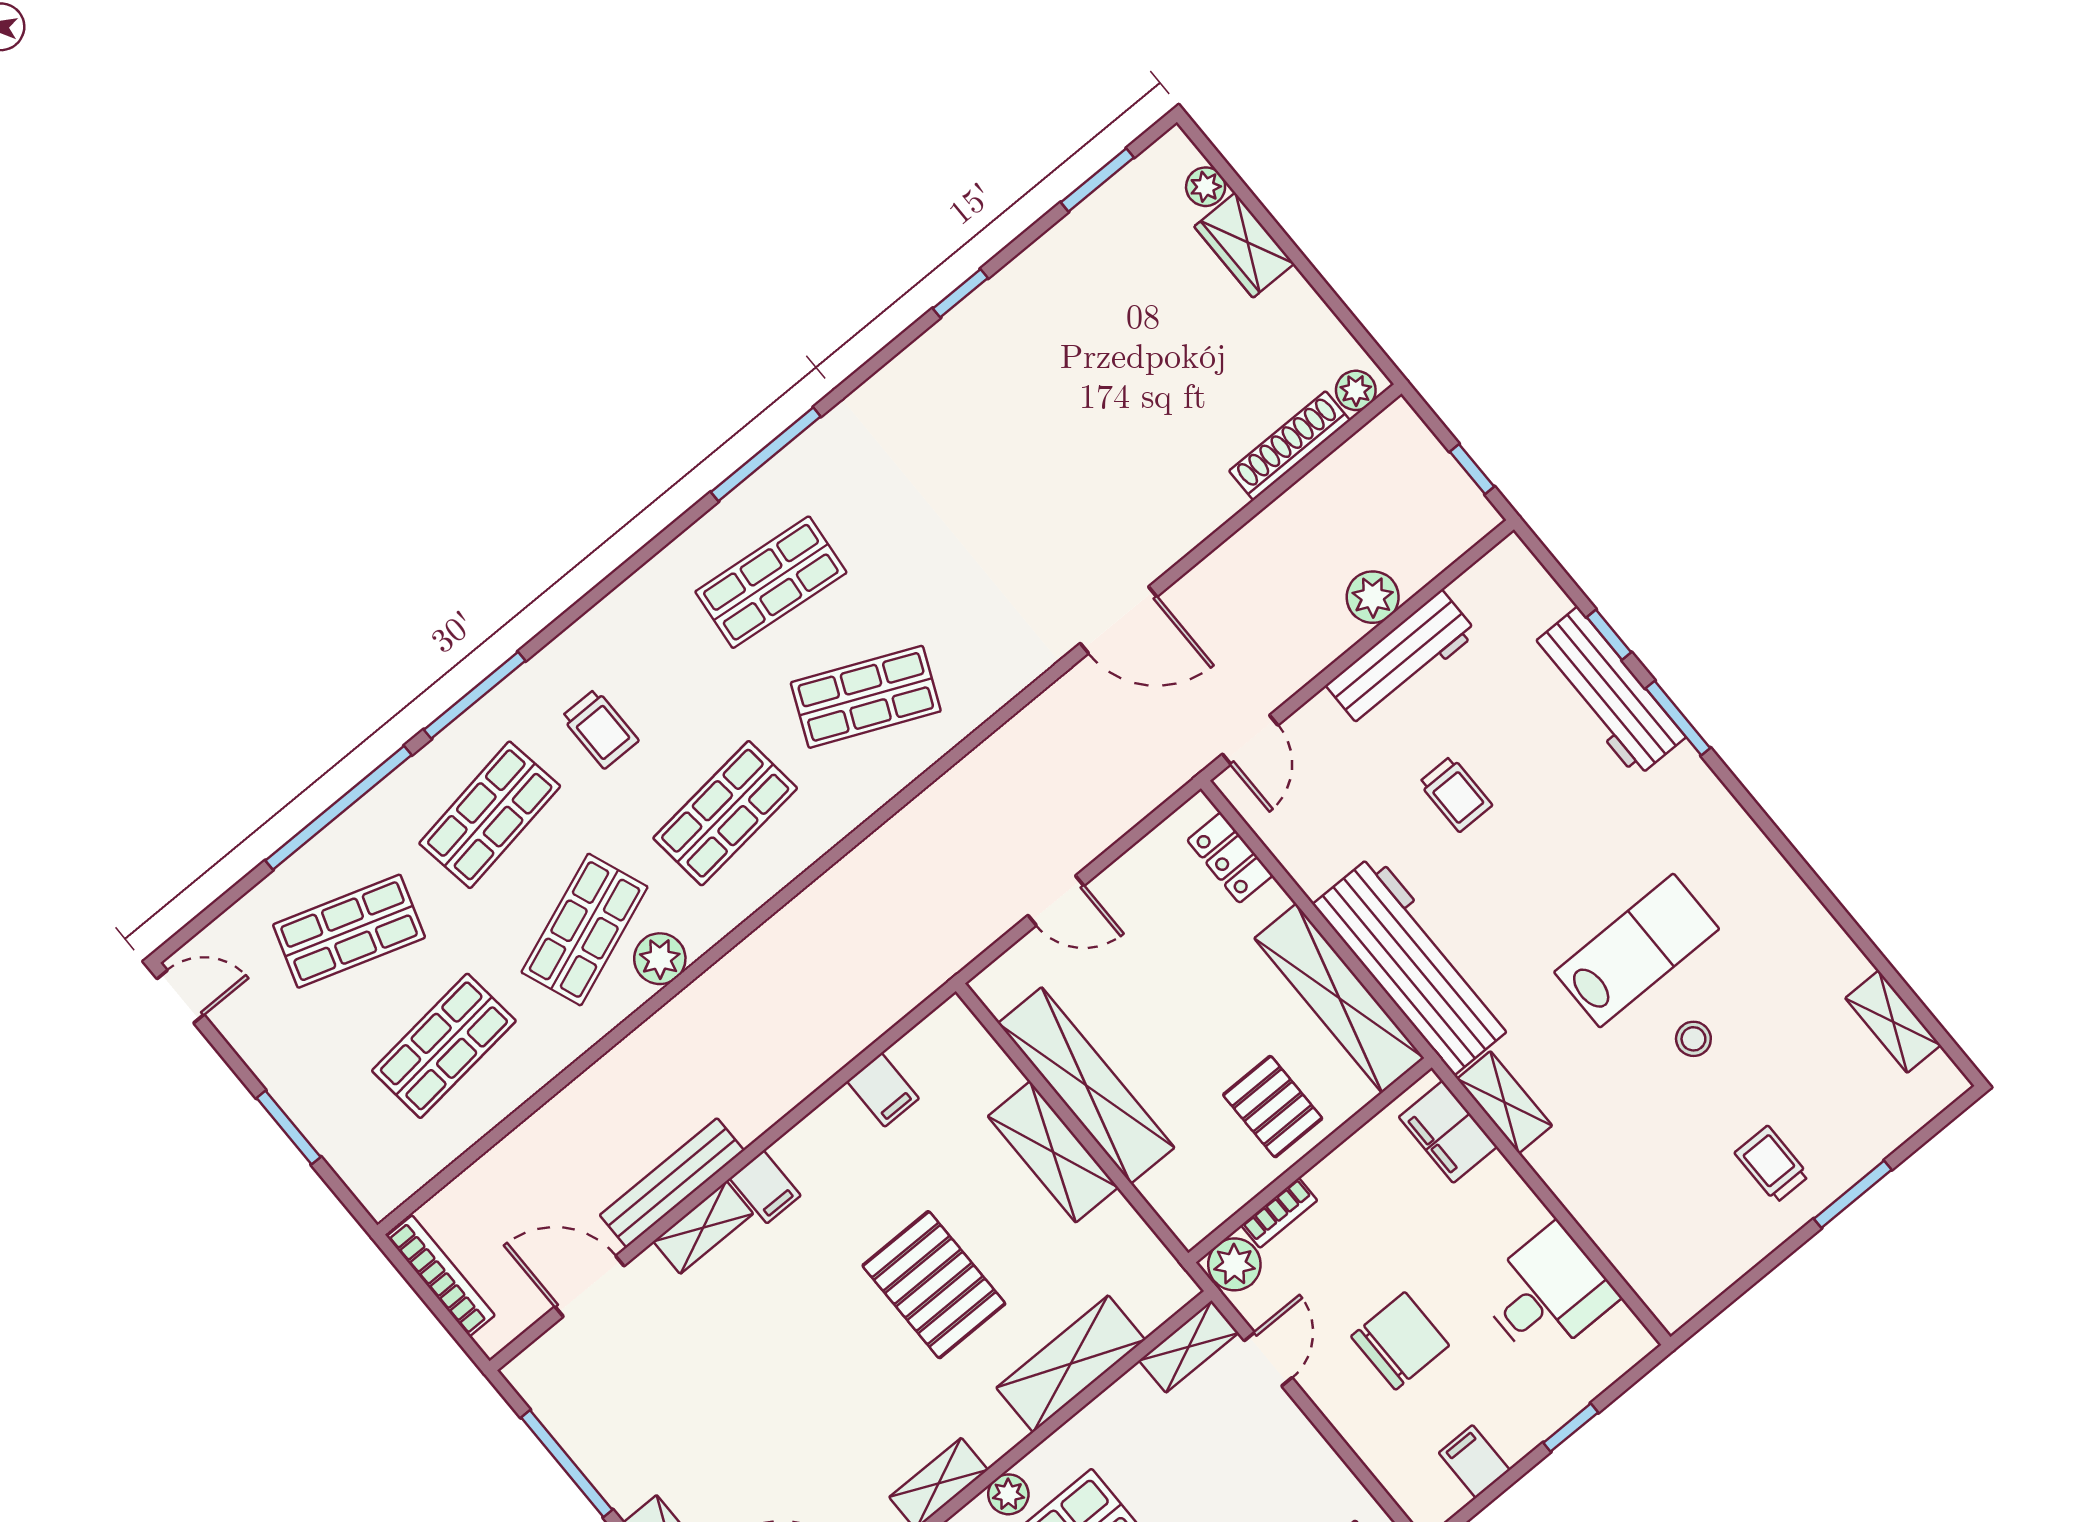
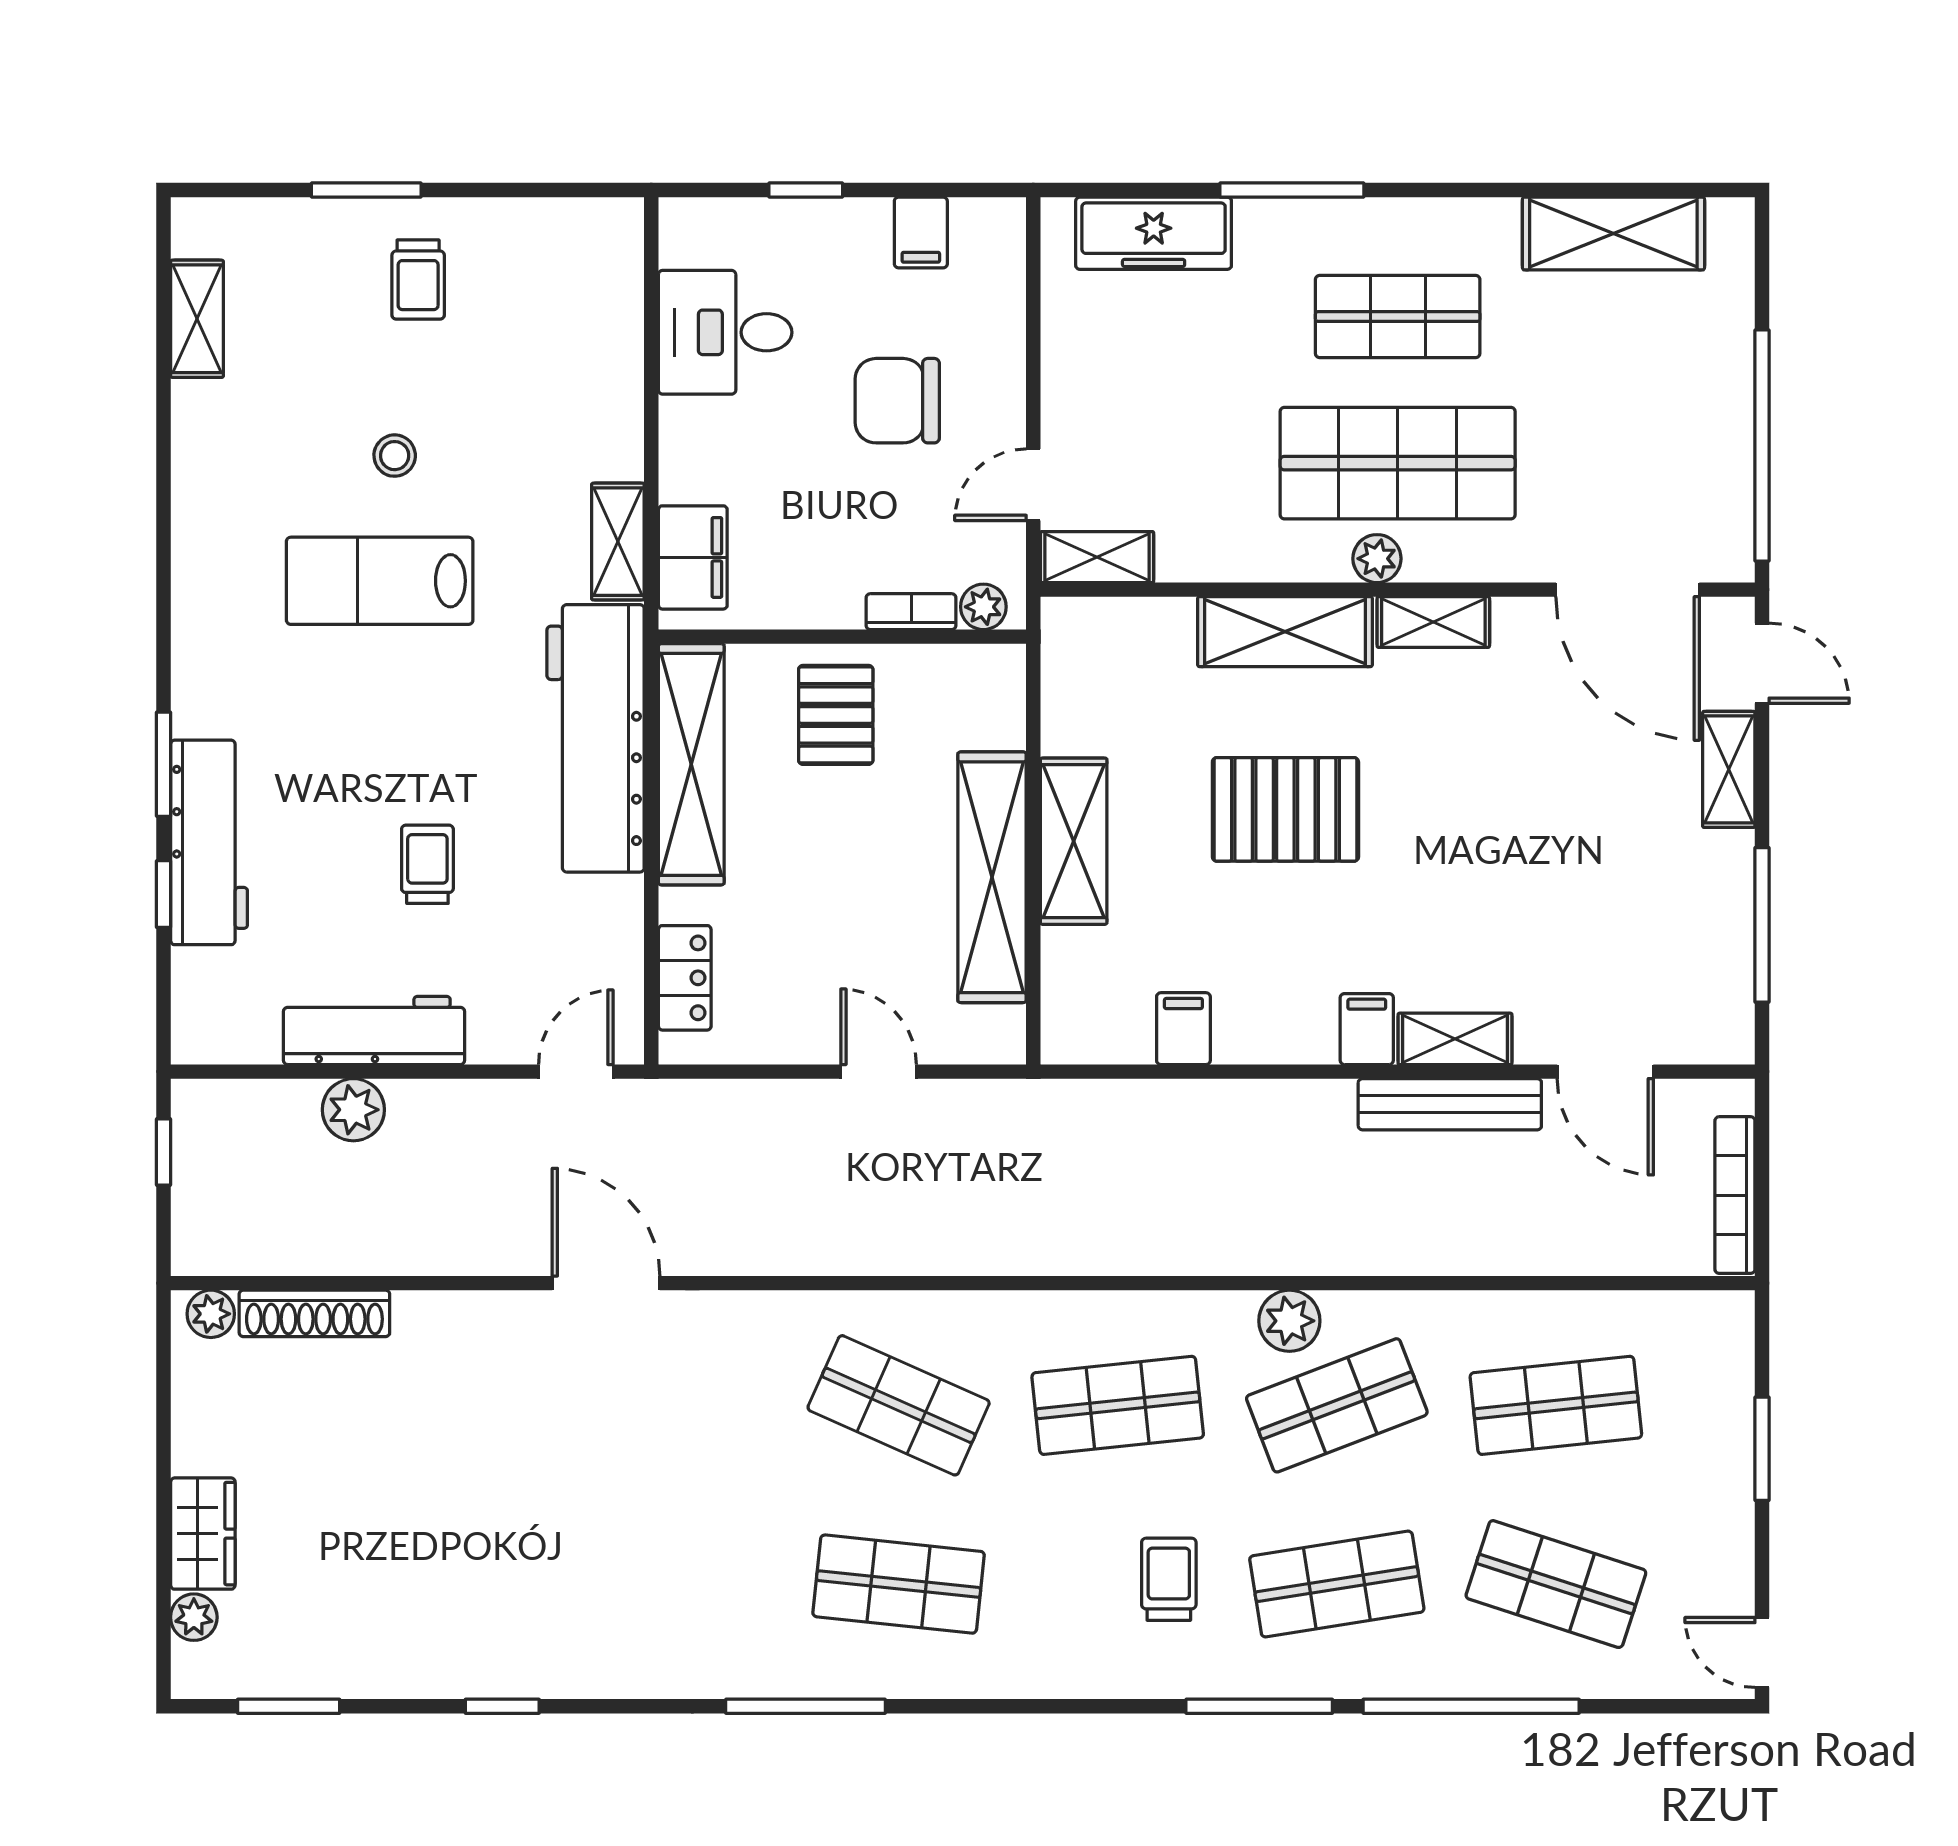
plant: (1234, 1264) -> (983, 607), width x0.73, depth x0.73
pallet: (934, 1285) -> (1285, 809), turned 90
shelving: (1071, 1364) -> (1285, 632), moved

